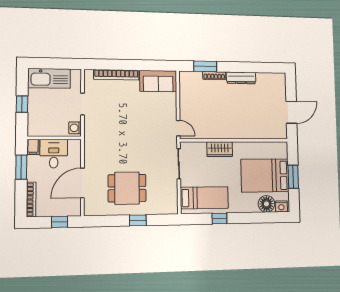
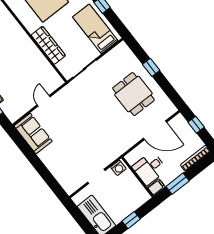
bookcase: (116, 75) -> (54, 169), removed
door: (178, 128) -> (44, 101), moved
wardrobe: (220, 149) -> (48, 45), width x1.50

